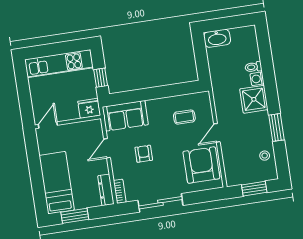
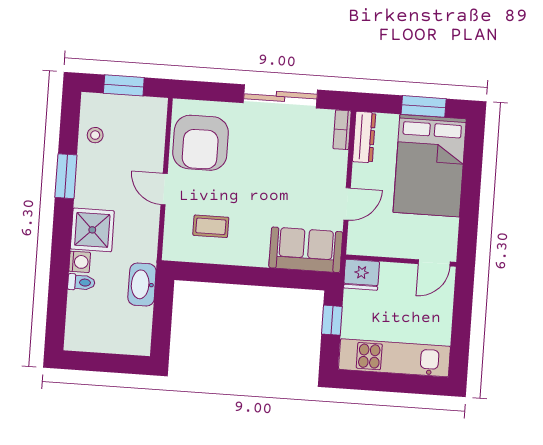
washbasin: (217, 38) -> (142, 284), moved, turned -90
door: (217, 133) -> (164, 189), swing flipped
armchair: (144, 154) -> (290, 182), removed
bed: (57, 183) -> (430, 166), width x1.50

